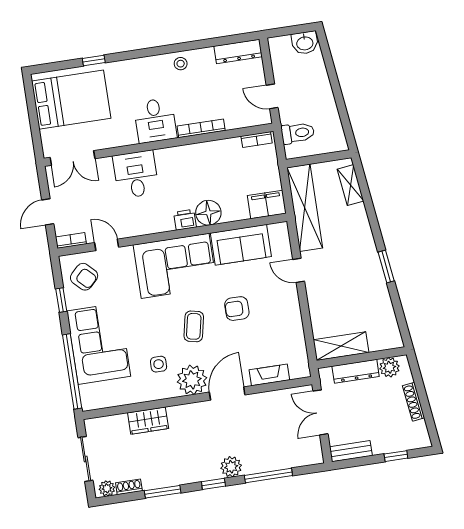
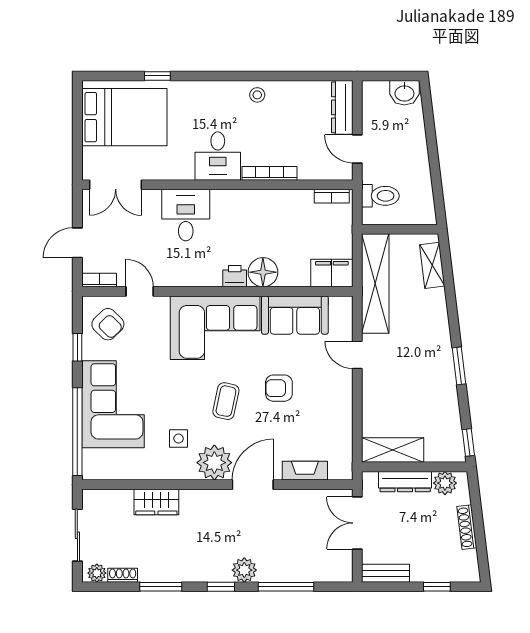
dresser: (238, 51) -> (342, 107), moved, turned 90
window: (404, 330) -> (468, 442), added

